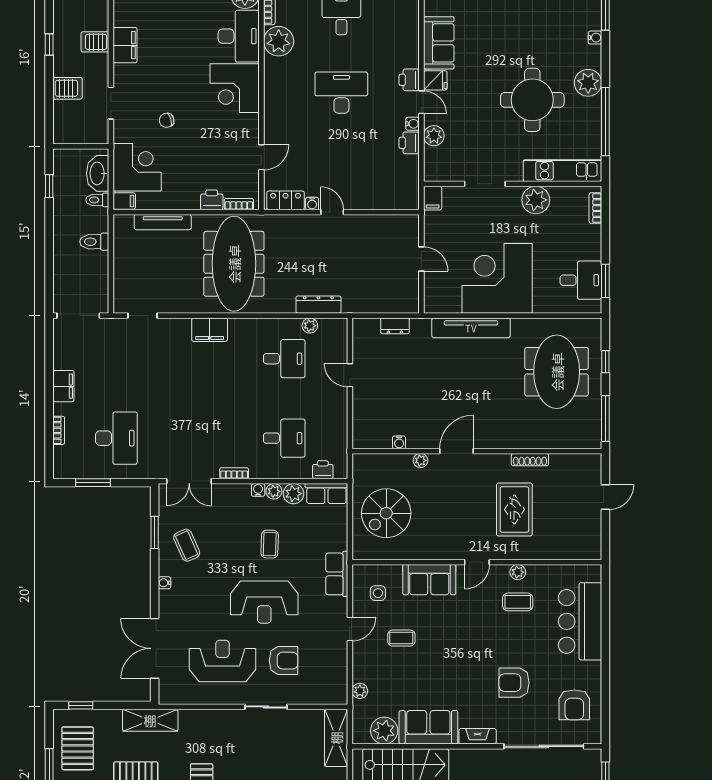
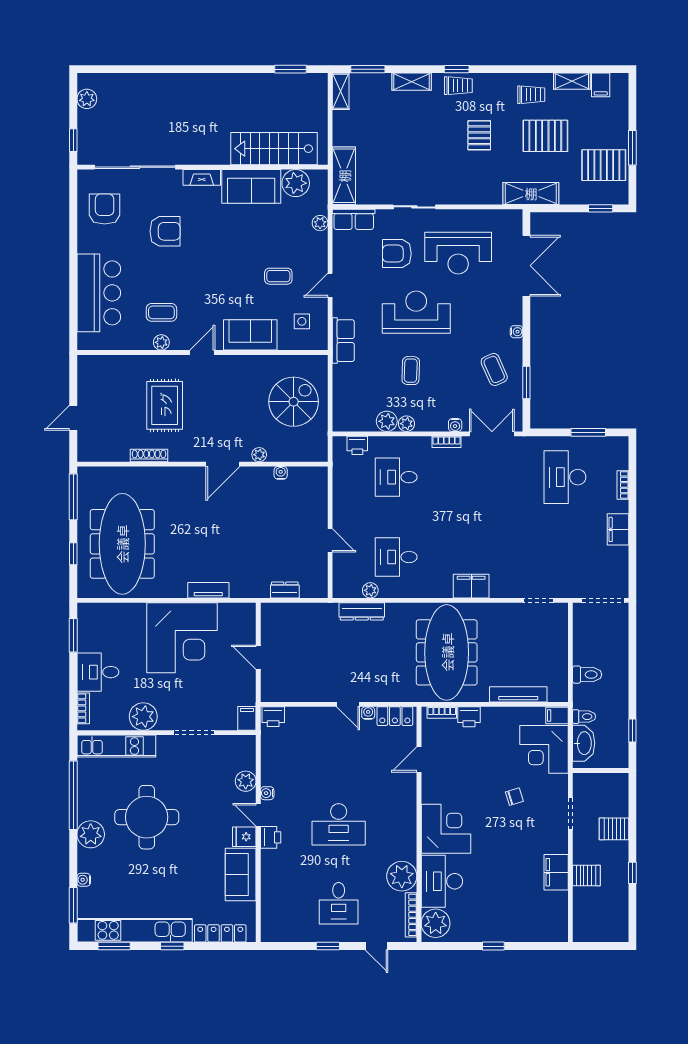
printer: (409, 143) -> (273, 717), moved, turned 90
desk: (581, 280) -> (98, 672), moved
tv unit: (471, 328) -> (208, 590), width x0.52, depth x0.78
meeting table: (557, 372) -> (122, 544), width x1.36
water cooler: (258, 490) -> (455, 425), moved
row of seats: (326, 494) -> (354, 219), moved, turned 180
pallet: (78, 748) -> (604, 165), turned 90

